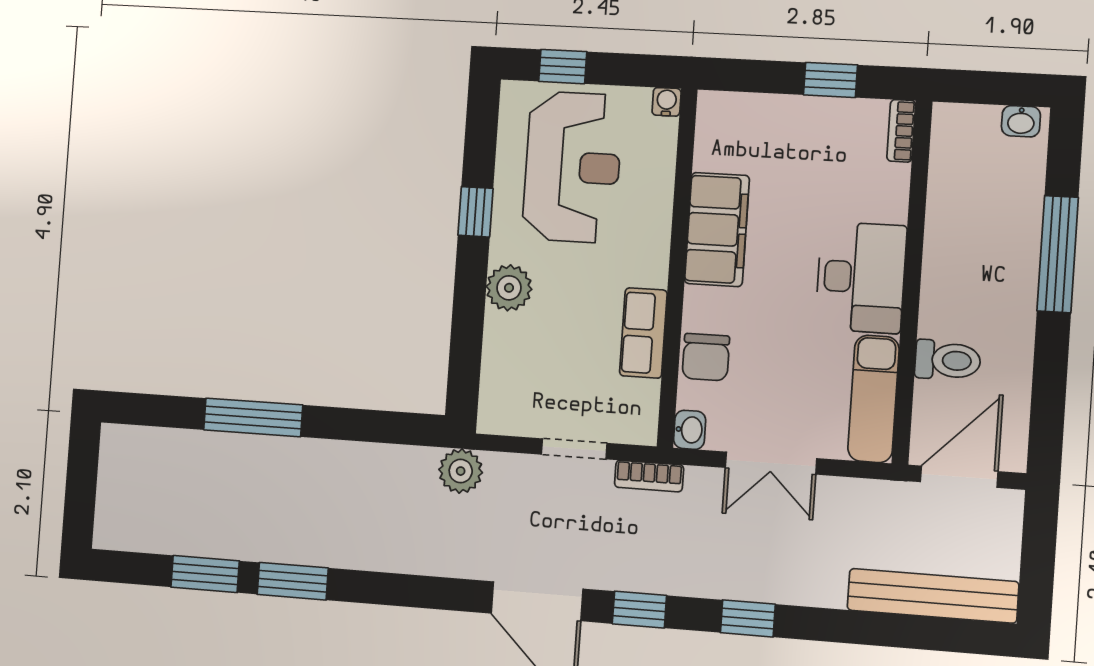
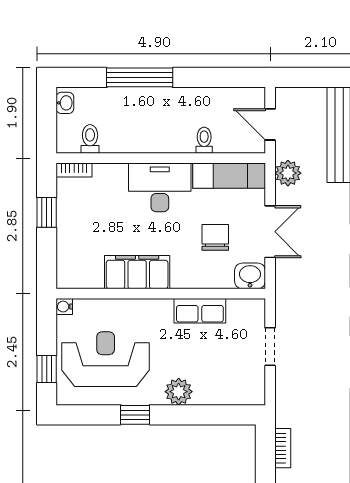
toilet: (954, 161) -> (90, 139), added
chair: (706, 357) -> (215, 237), moved, turned -90
toilet: (948, 360) -> (204, 140), width x0.73, depth x0.72
washbasin: (690, 430) -> (250, 276), width x1.38, depth x1.45
plant: (461, 471) -> (288, 173), moved
bookcase: (649, 476) -> (283, 448), moved
door: (959, 477) -> (270, 124), width x0.73

